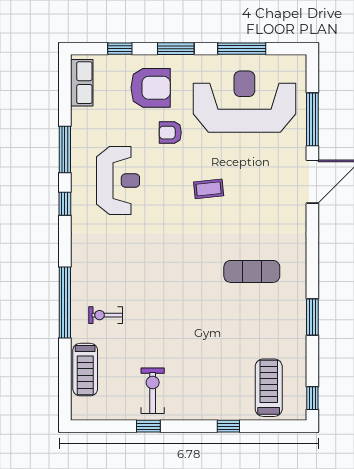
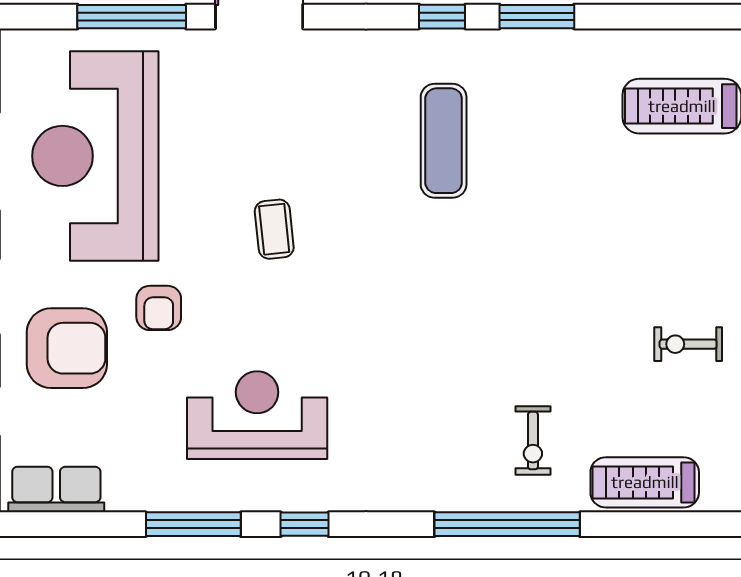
armchair: (151, 88) -> (67, 348), turned 90
treadmill: (85, 370) -> (645, 482), turned 180
exercise bike: (153, 391) -> (688, 344), width x0.73, depth x0.72
window: (312, 398) -> (442, 17), moved

